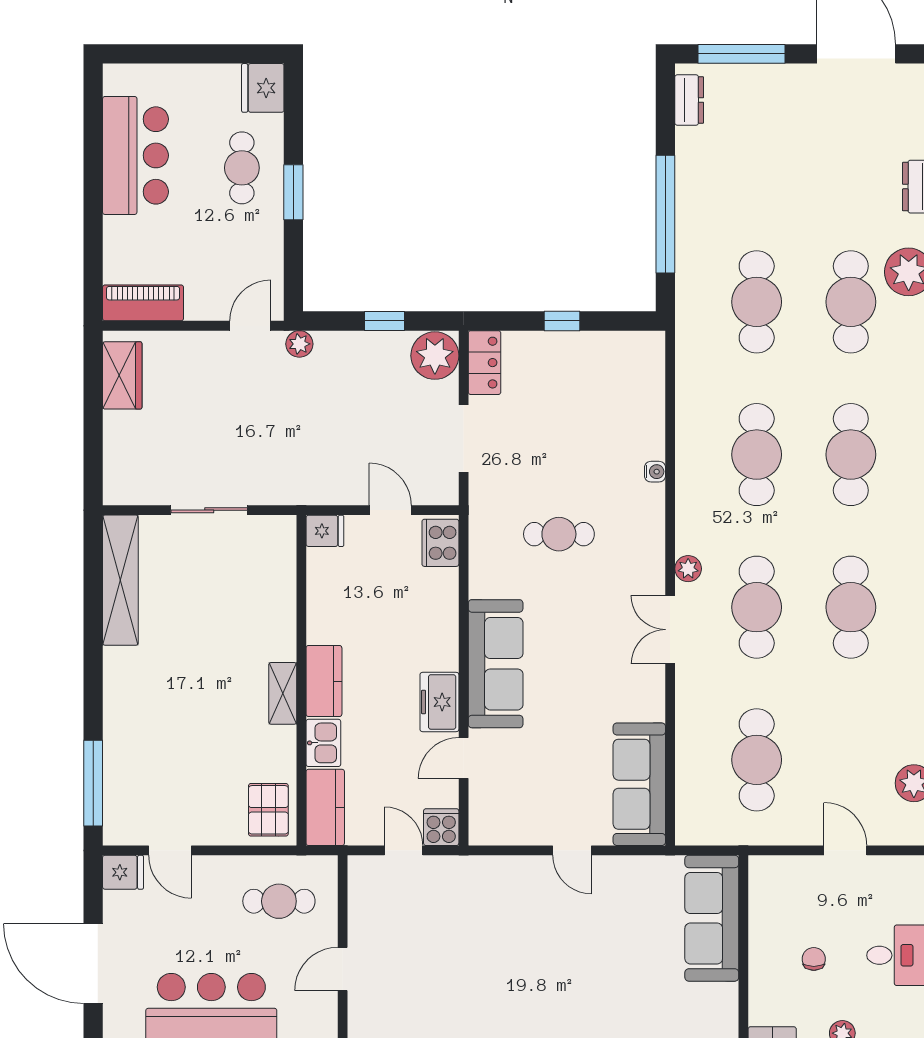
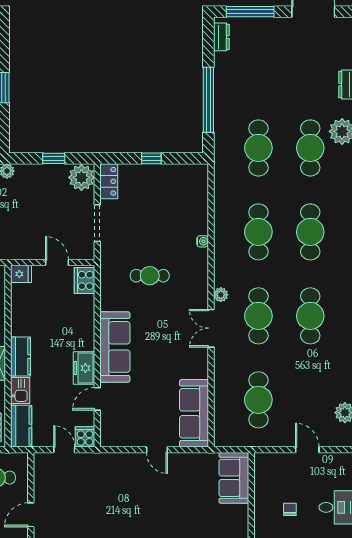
sofa: (712, 918) -> (234, 478), width x0.73

